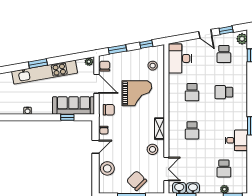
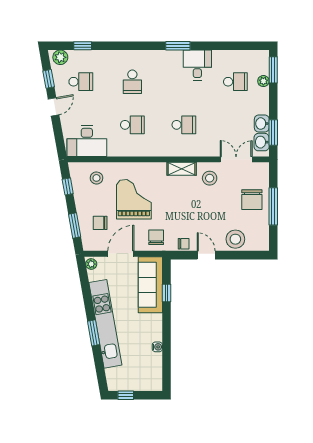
chair: (105, 66) -> (100, 223), moved
chair: (137, 181) -> (252, 200), turned -45

